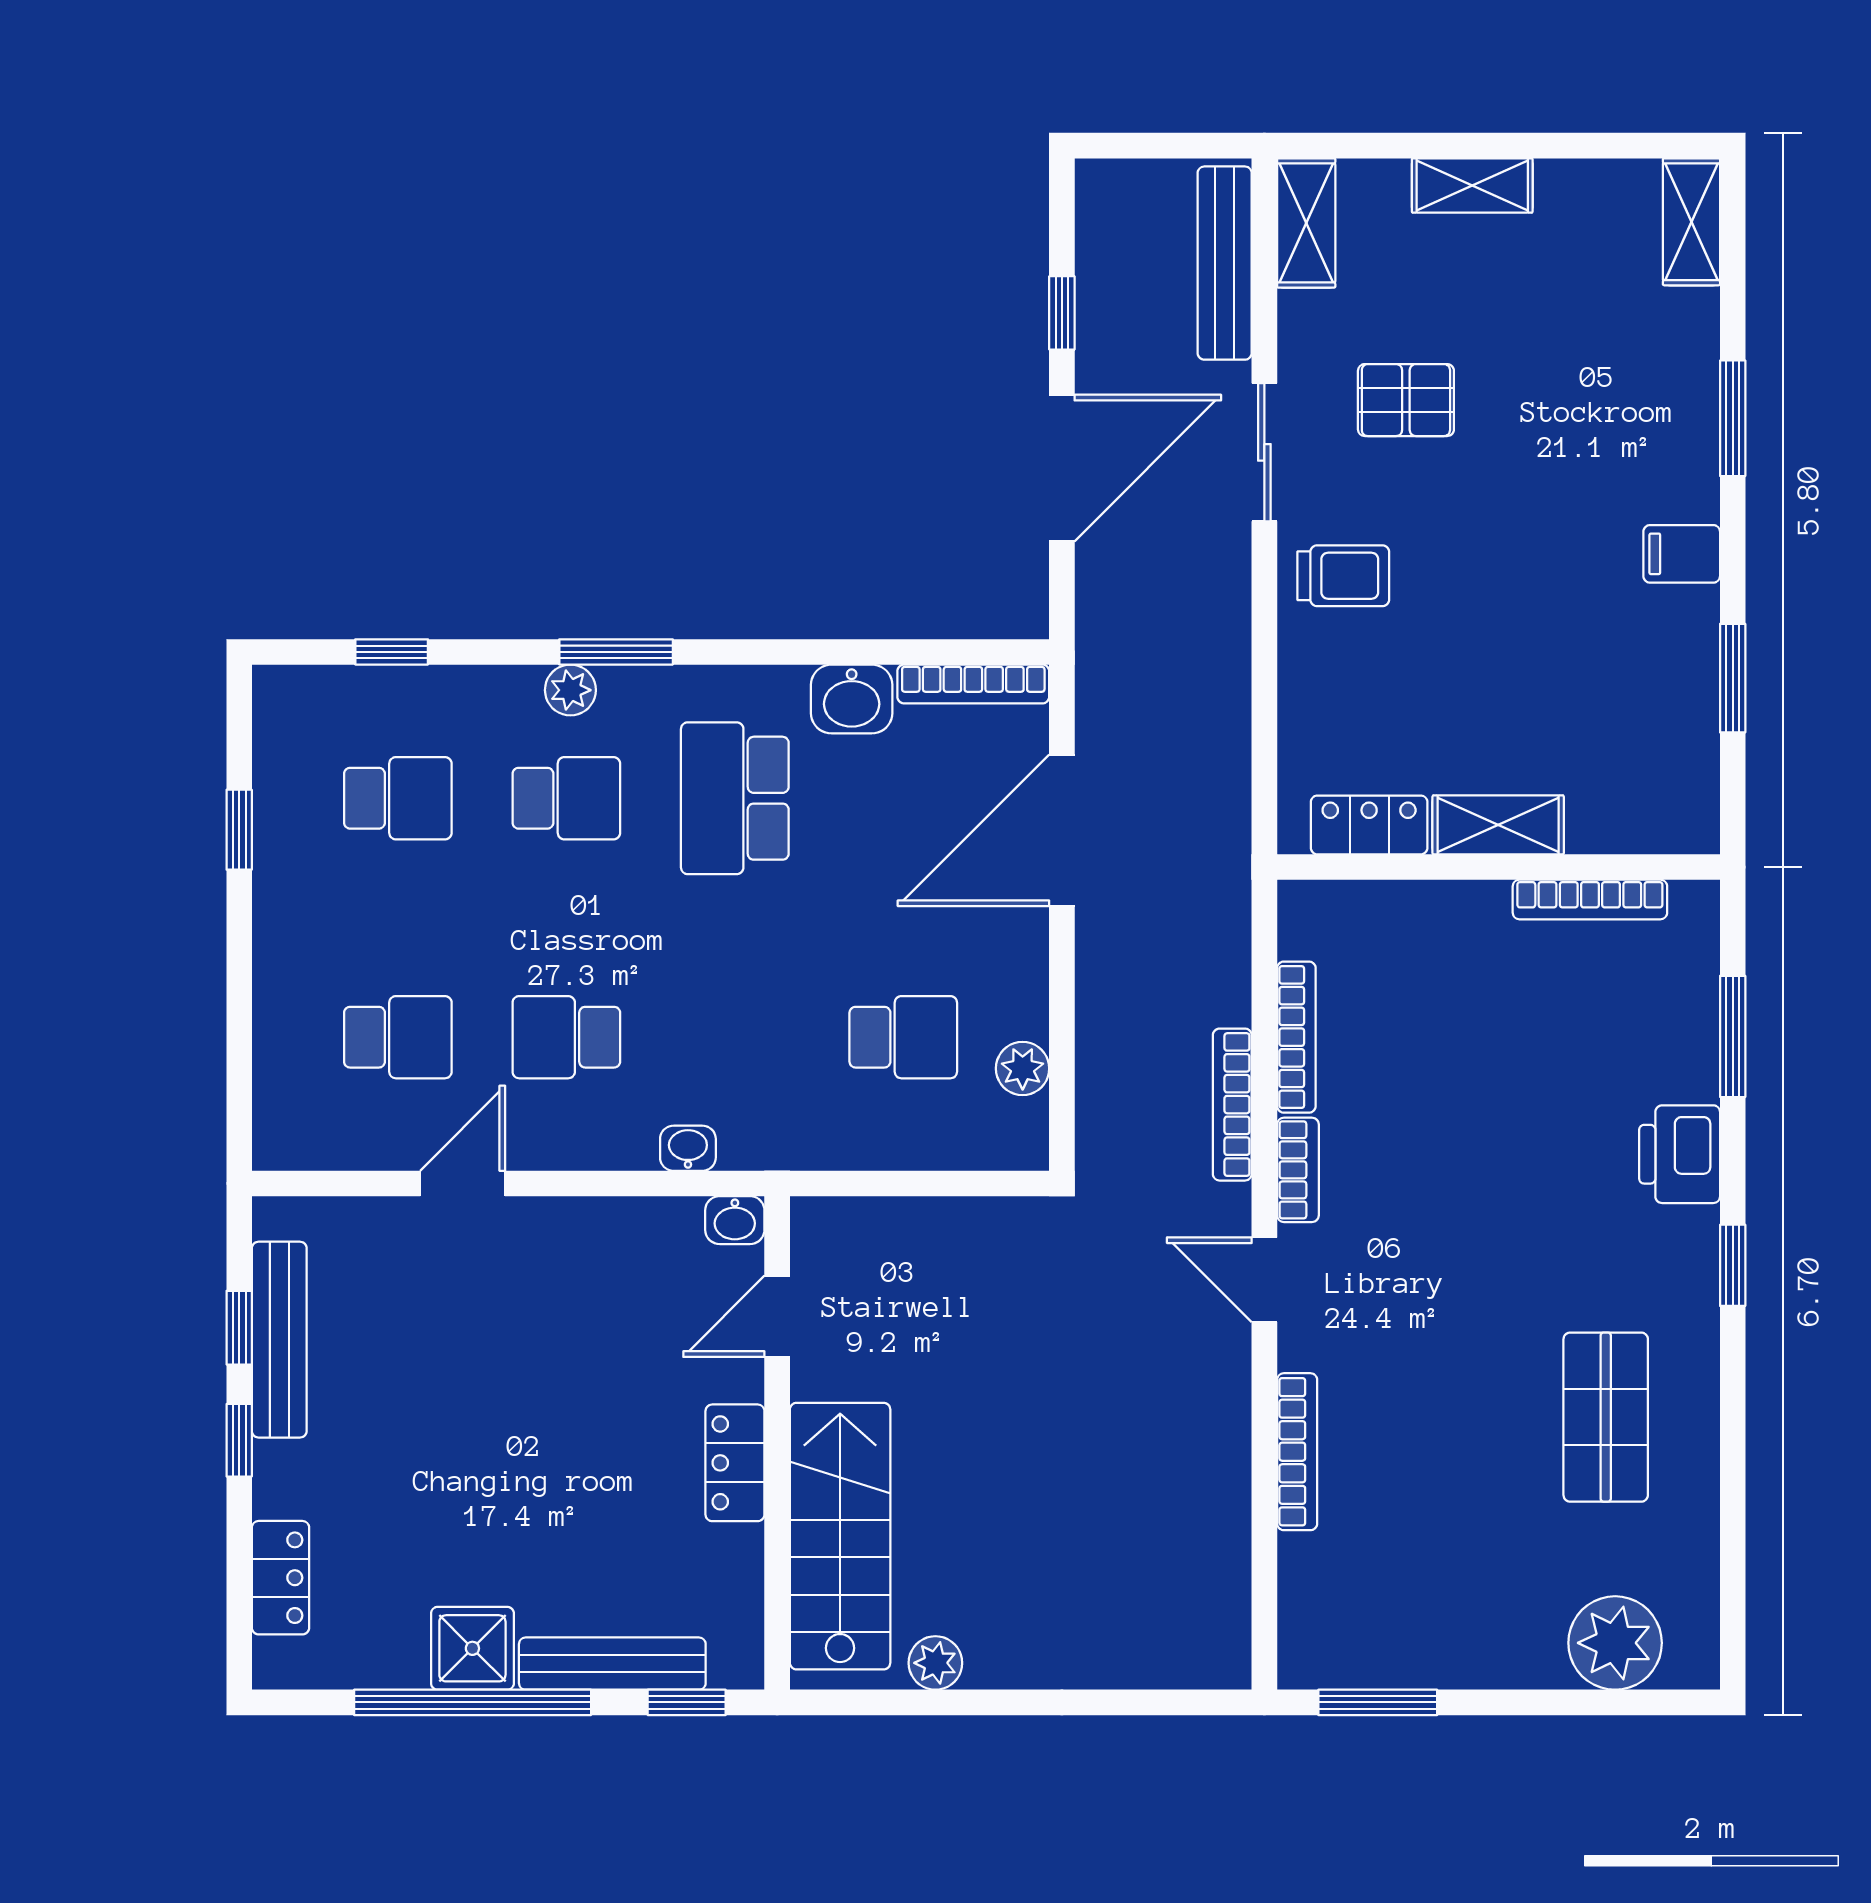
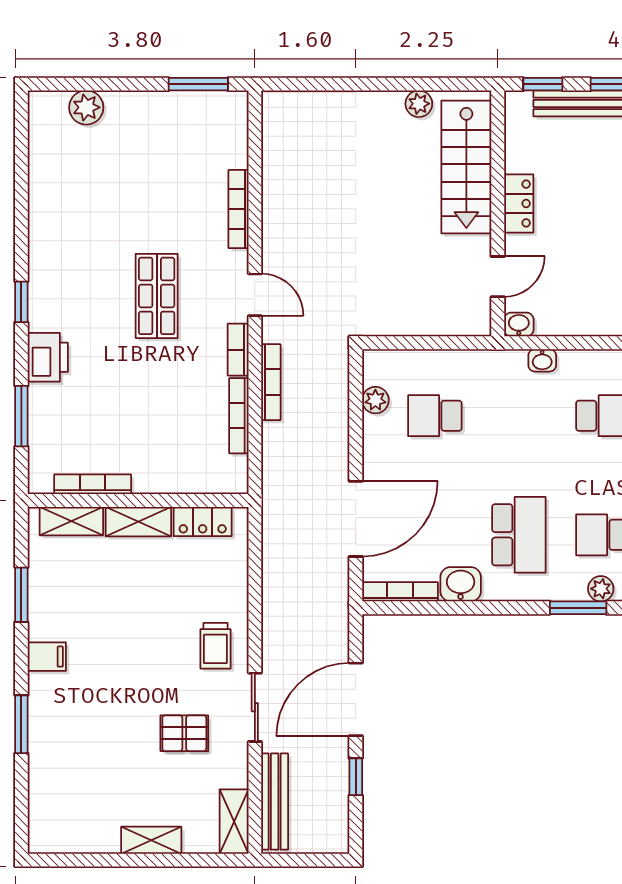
shelving: (1691, 222) -> (71, 521), moved, turned 90
trolley: (1343, 576) -> (215, 646), turned -90
shop shelf: (1606, 1417) -> (157, 296), moved
plant: (1615, 1643) -> (86, 107), width x0.73, depth x0.73

